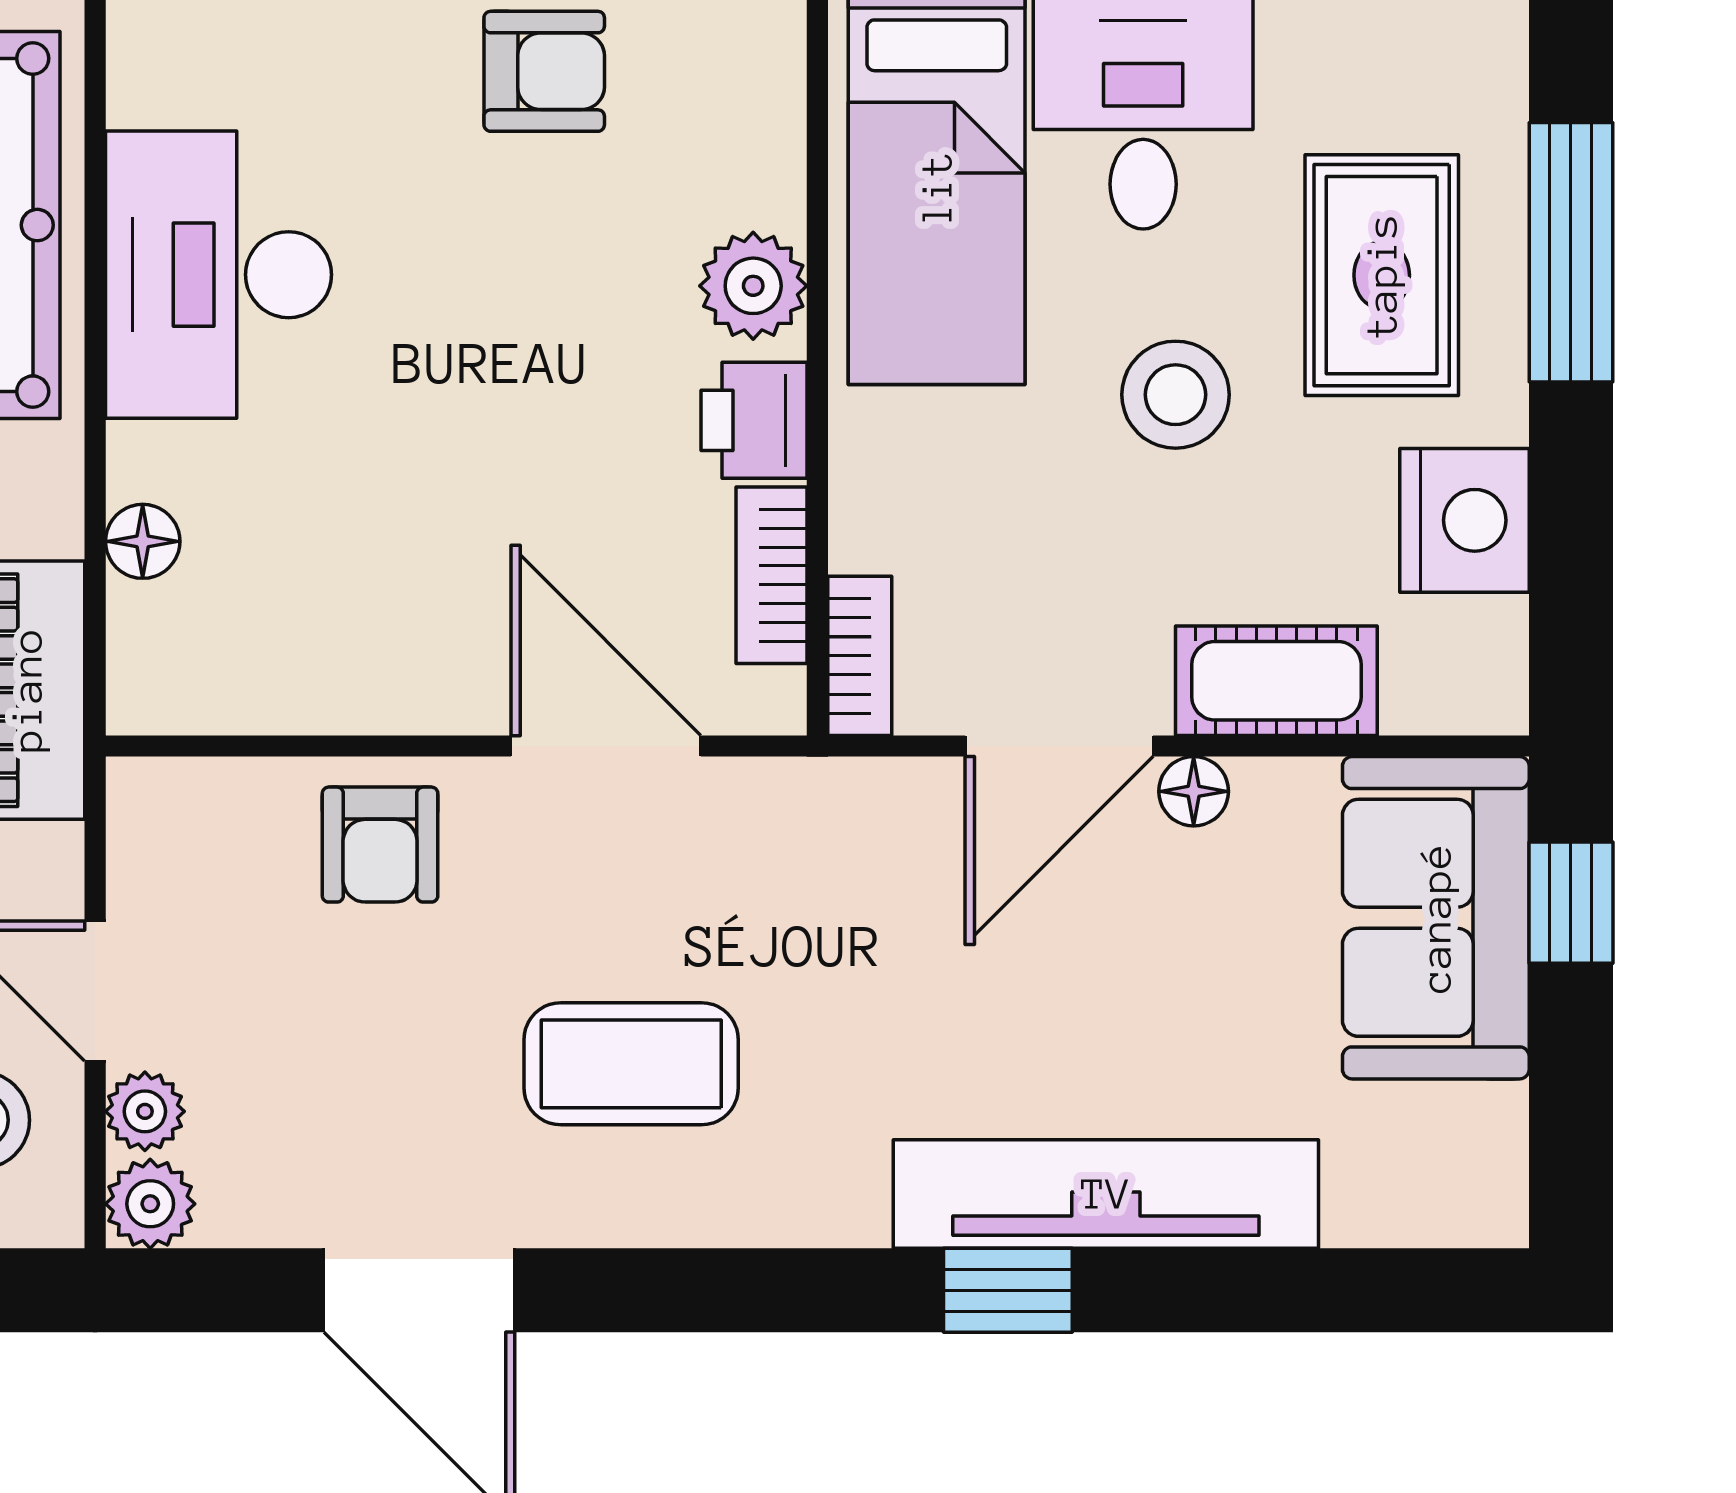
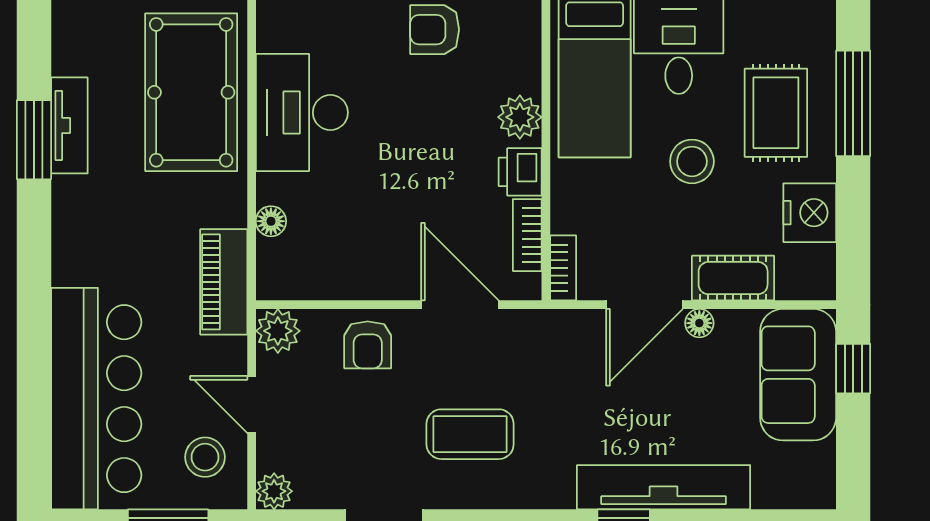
armchair: (544, 71) -> (435, 30), turned 180
plant: (145, 1111) -> (278, 331), moved, width x1.38, depth x1.38

